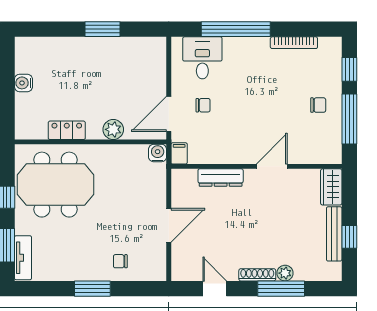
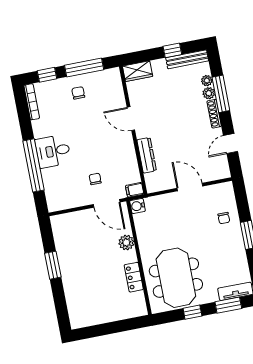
bookcase: (294, 43) -> (32, 102), moved
desk: (202, 58) -> (53, 151), moved
water cooler: (23, 83) -> (105, 316), removed
bench: (334, 234) -> (187, 59), moved
plant: (302, 274) -> (207, 81), added

